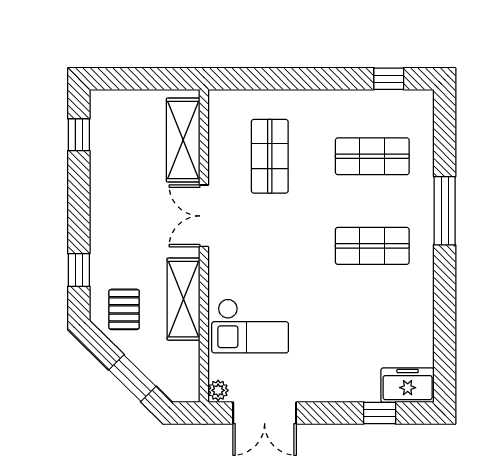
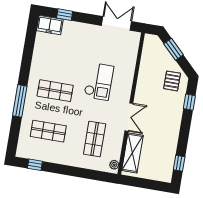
shelving: (184, 299) -> (144, 81), removed
checkout: (250, 326) -> (99, 81), moved, turned 90
plant: (218, 390) -> (114, 165), moved

